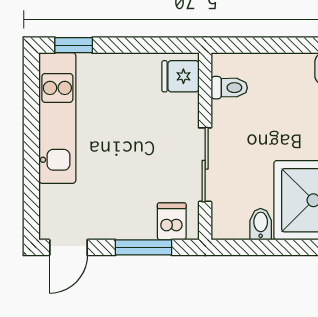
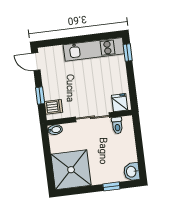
sliding door: (205, 165) -> (93, 117), moved
bidet: (261, 224) -> (55, 130), moved
window: (143, 247) -> (40, 96), width x0.67

